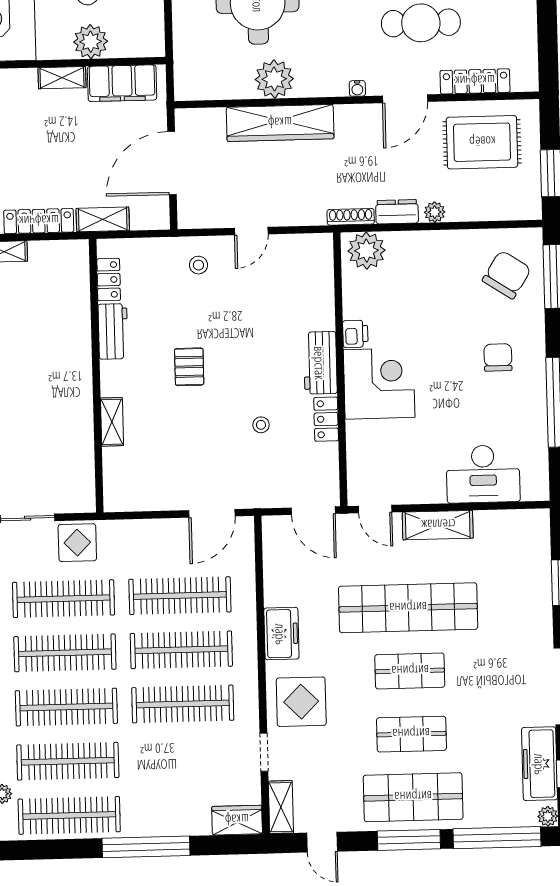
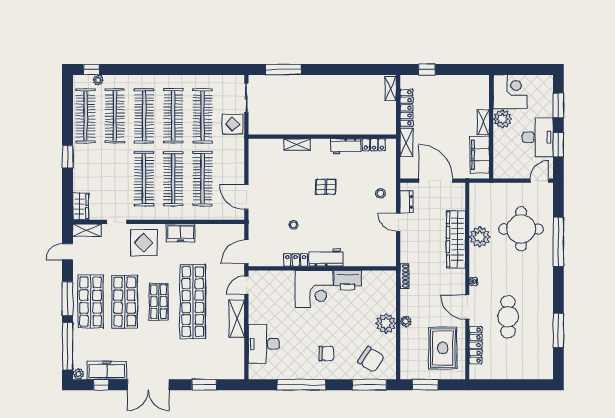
plant: (91, 42) -> (502, 119), moved
dresser: (397, 212) -> (406, 202), moved
plant: (367, 251) -> (386, 324), moved
printer: (355, 334) -> (348, 280), width x1.87, depth x1.48
shop shelf: (411, 734) -> (125, 302), width x1.43, depth x1.36
window: (146, 847) -> (68, 157), width x0.47

